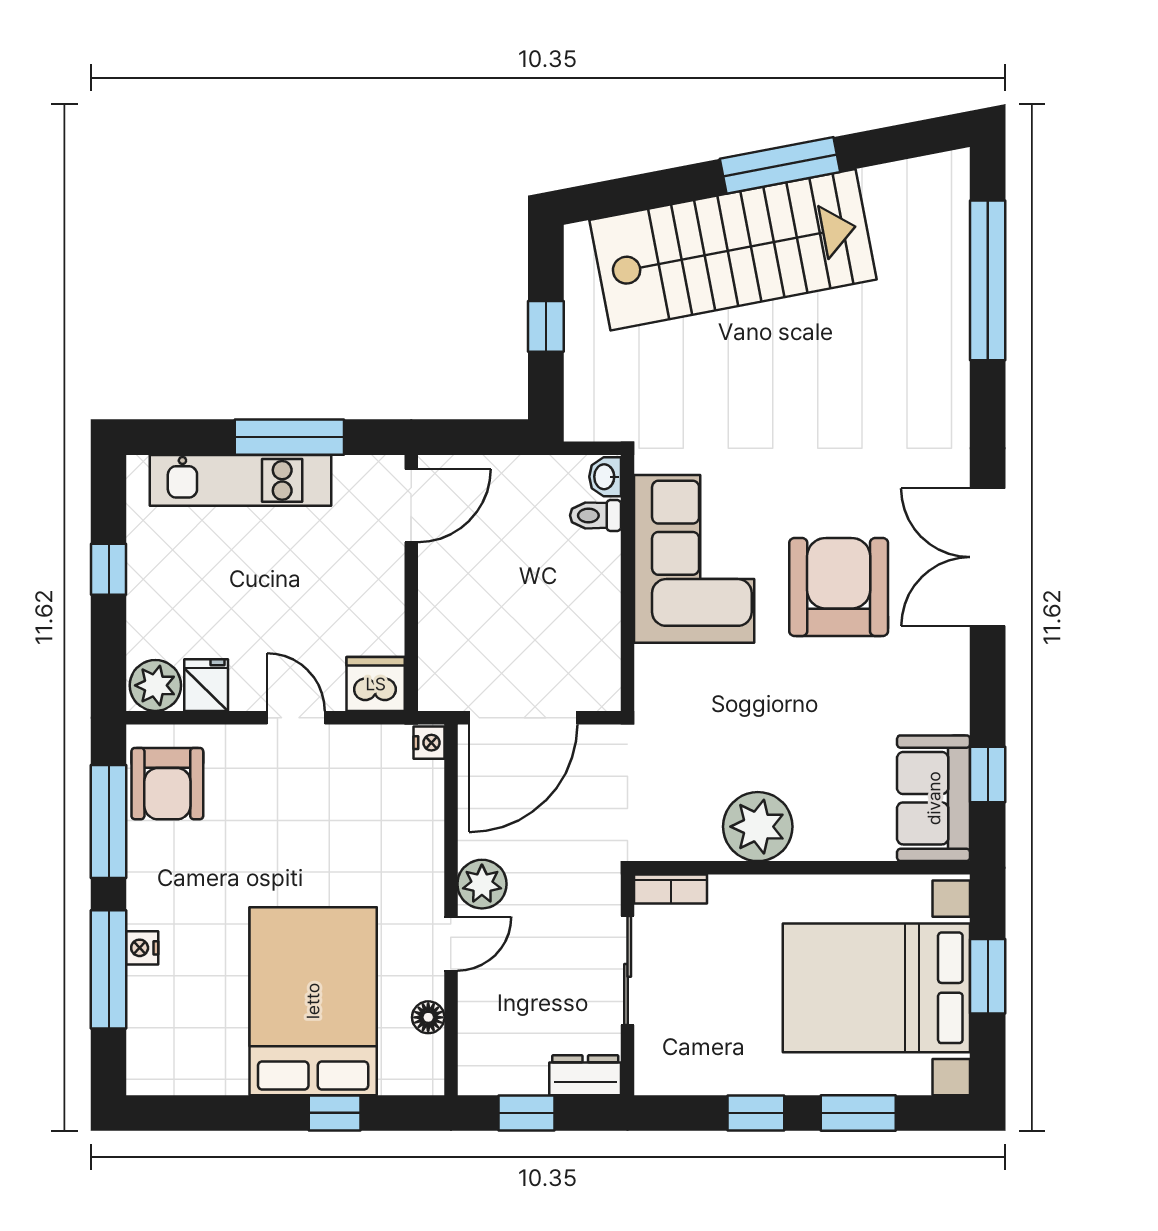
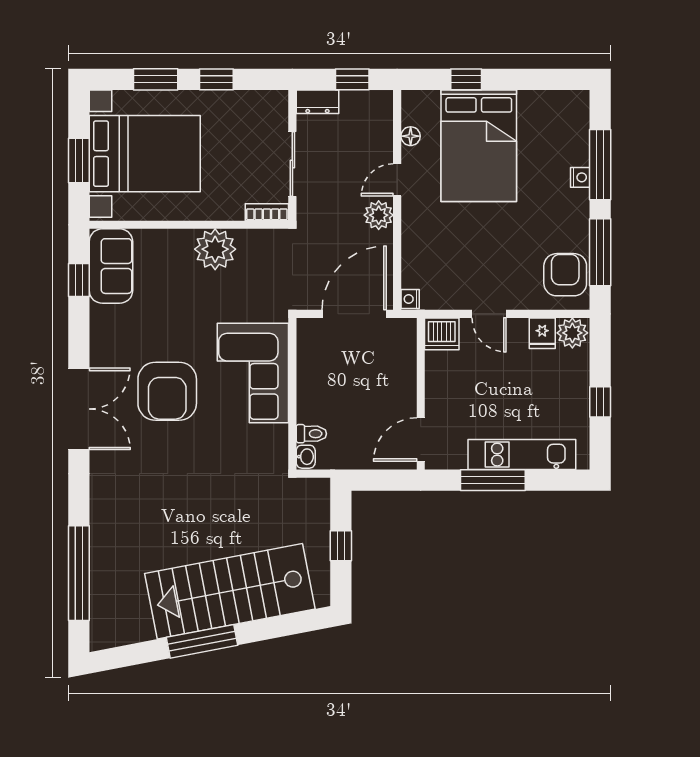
corner sofa: (694, 559) -> (253, 373), moved

